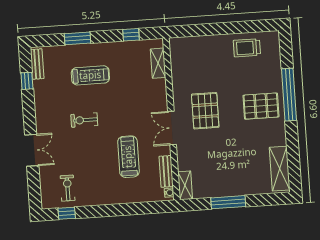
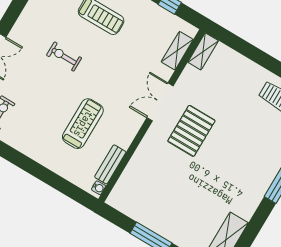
pallet: (261, 106) -> (250, 165), removed
double door: (172, 128) -> (160, 102), moved
shelving: (185, 185) -> (203, 51), moved

